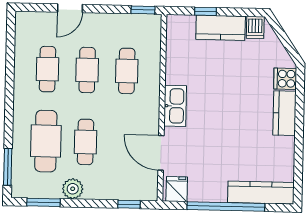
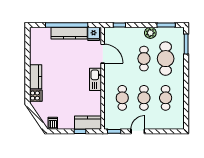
door: (70, 8) -> (138, 131), moved
kitchen counter: (221, 28) -> (88, 123), moved
kitchen counter: (261, 192) -> (69, 33), moved

